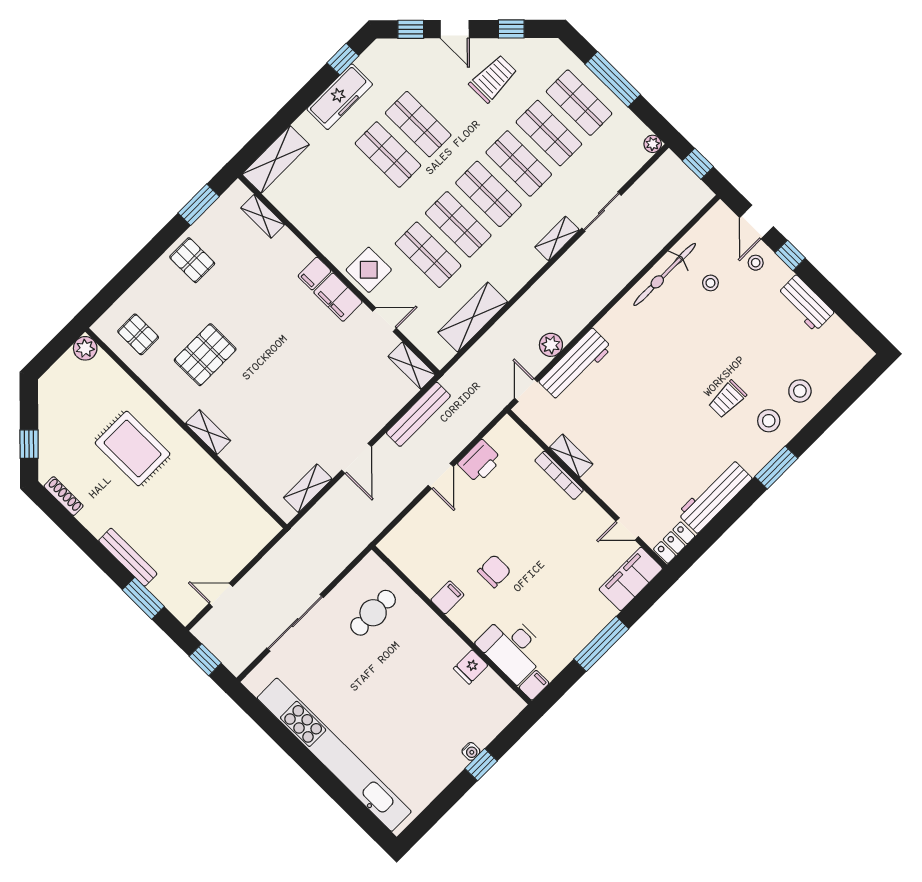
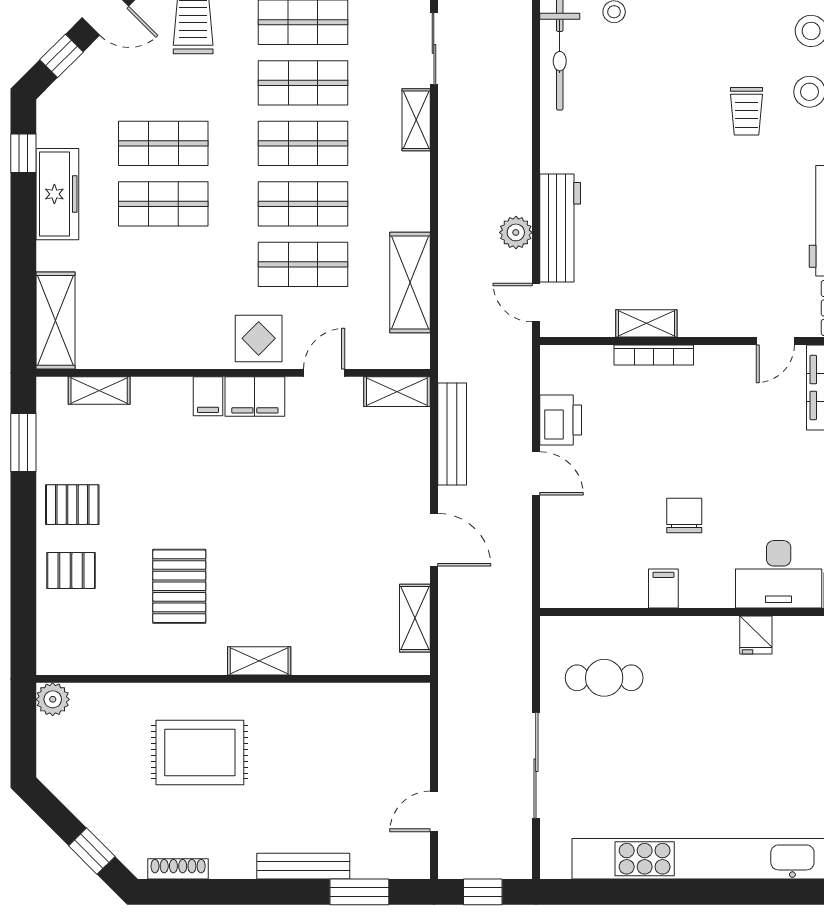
pallet: (138, 334) -> (71, 570), moved
cafe table: (373, 613) -> (604, 678), turned 90

